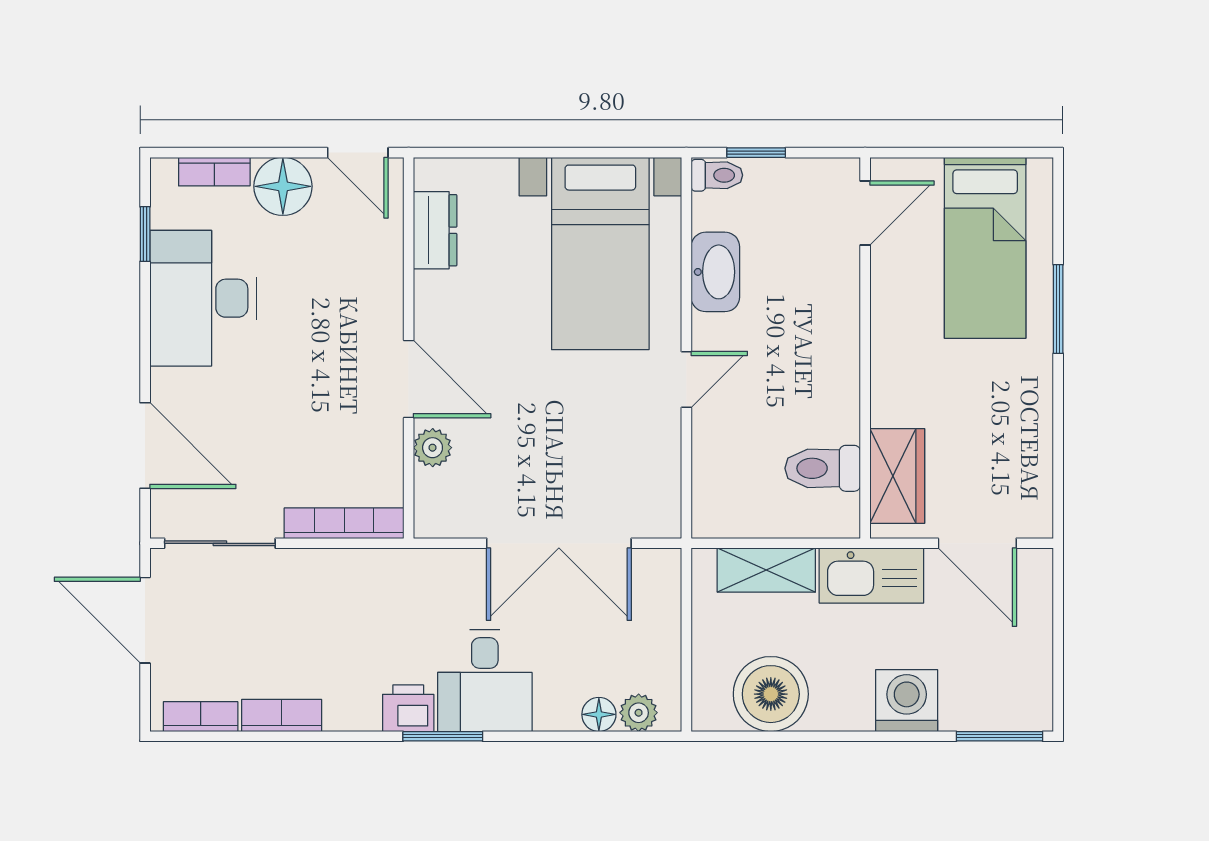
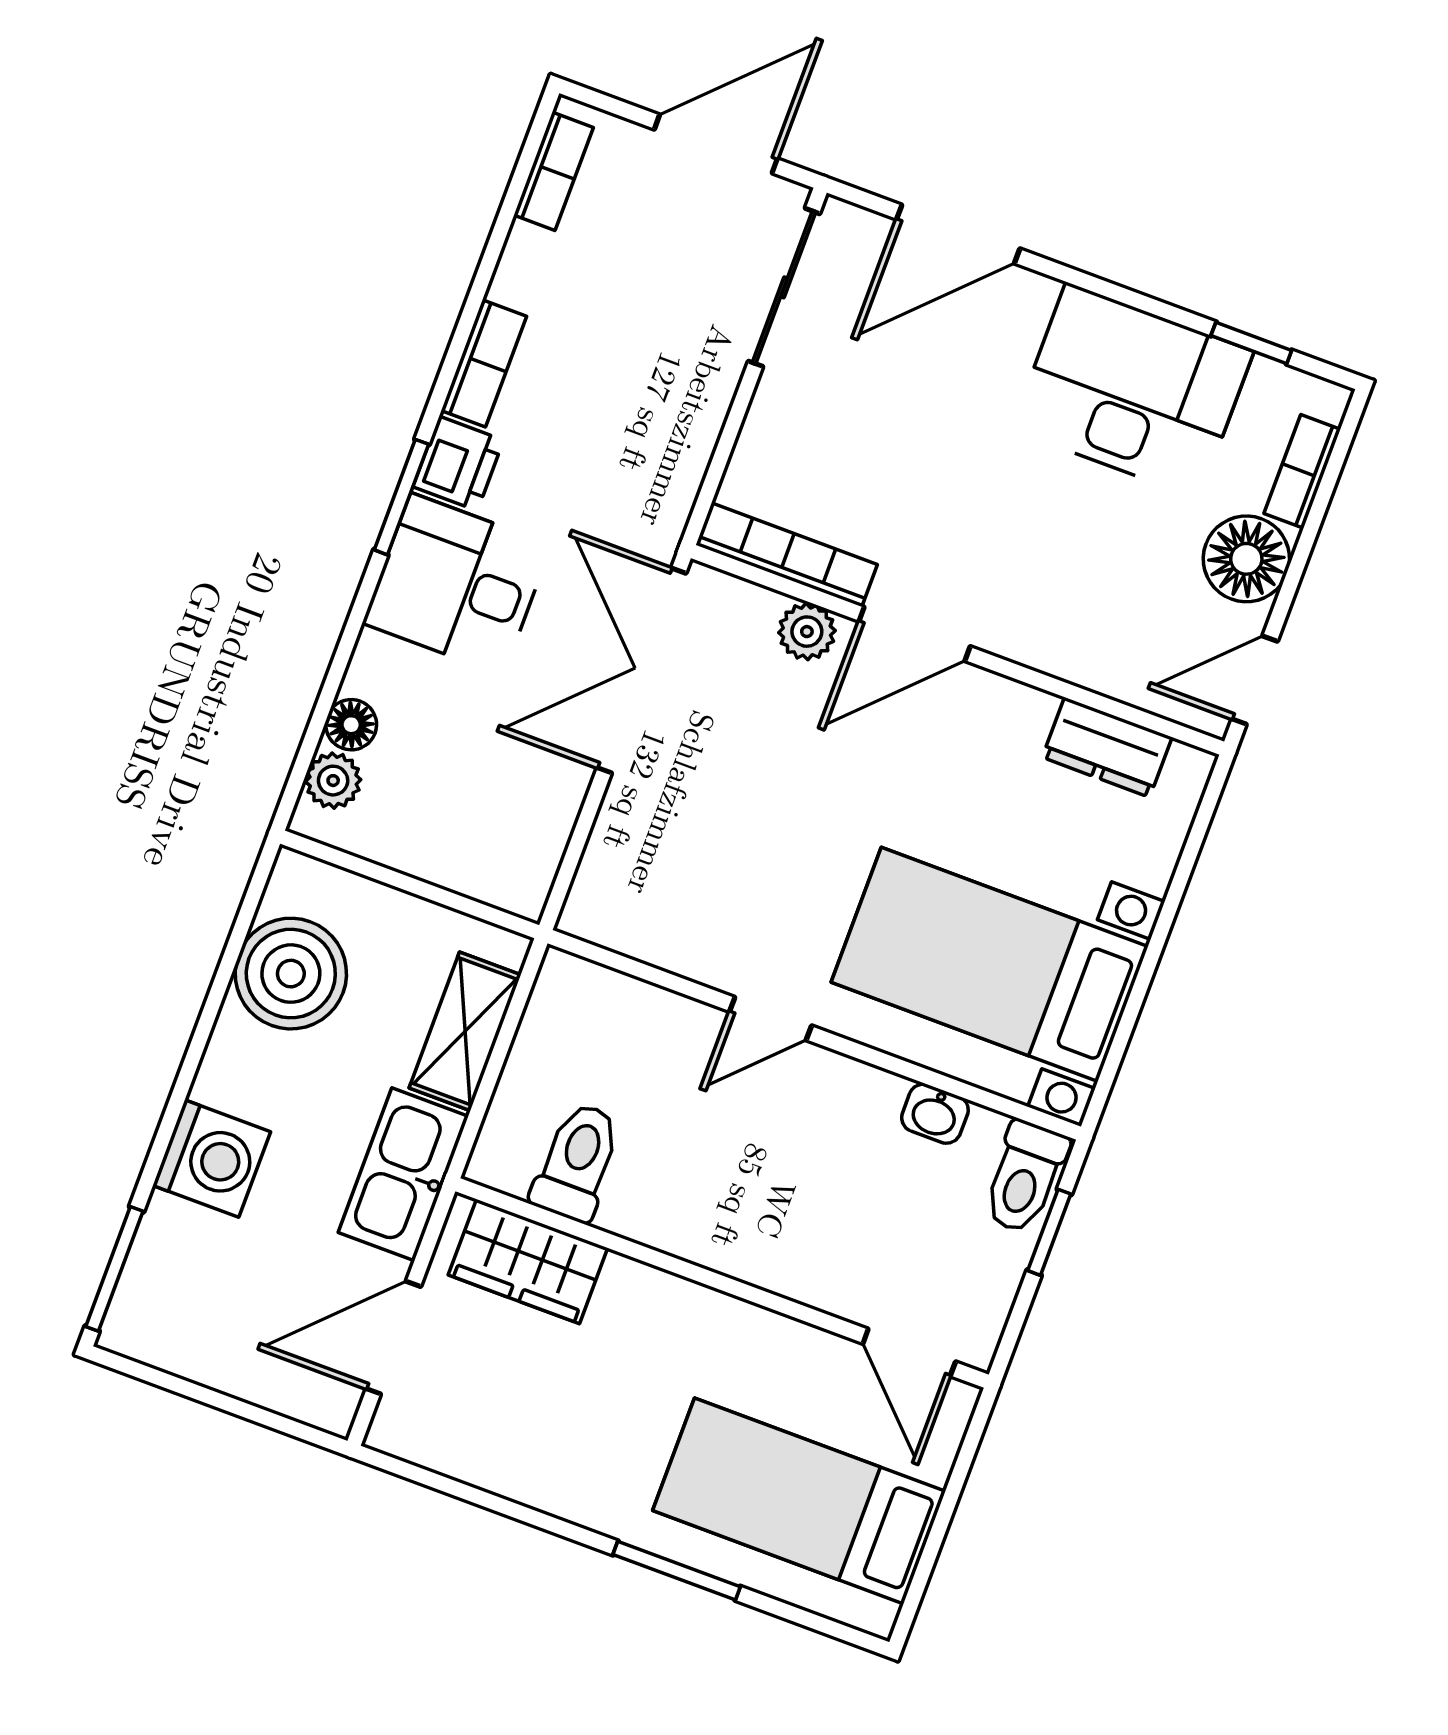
toilet: (717, 175) -> (1025, 1177), width x1.37, depth x1.39
washbasin: (715, 272) -> (935, 1114), width x0.52, depth x0.69
door: (686, 380) -> (770, 1019), hinge flipped
bookcase: (344, 523) -> (787, 555), moved, turned -90
double door: (559, 543) -> (642, 670), moved
bookcase: (282, 716) -> (484, 363), moved

